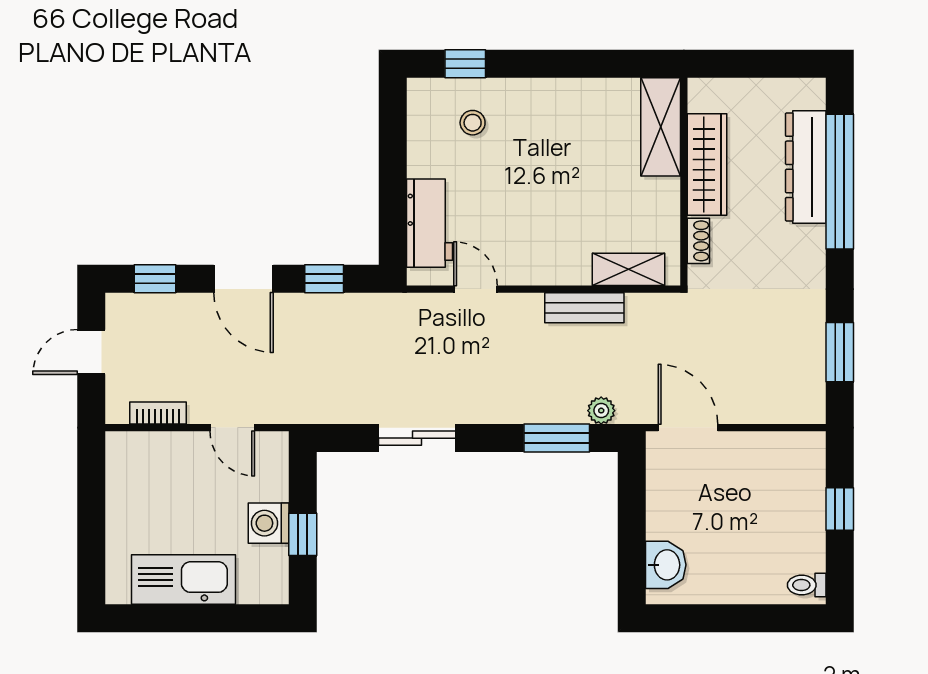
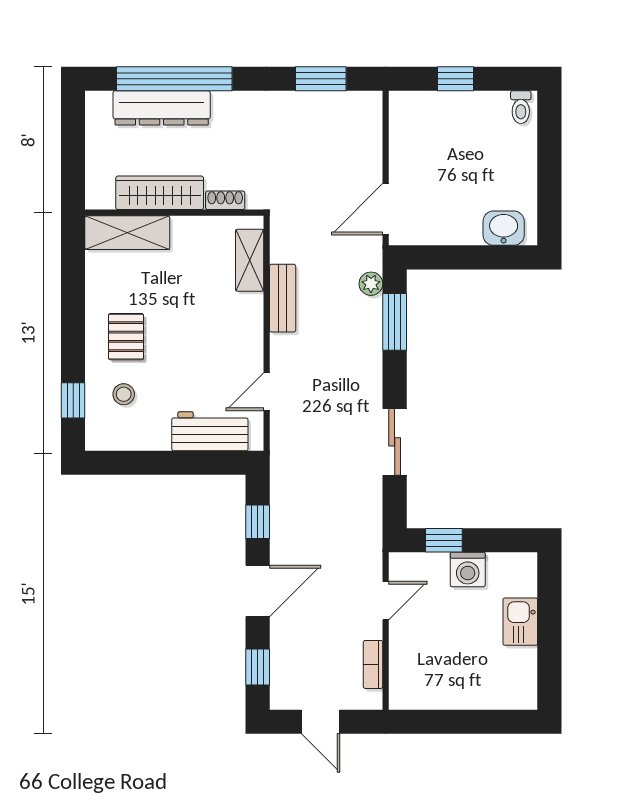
pallet: (540, 125) -> (126, 337), added
window: (303, 534) -> (444, 540), moved
kitchen sink: (184, 580) -> (520, 622), width x0.53, depth x0.81

